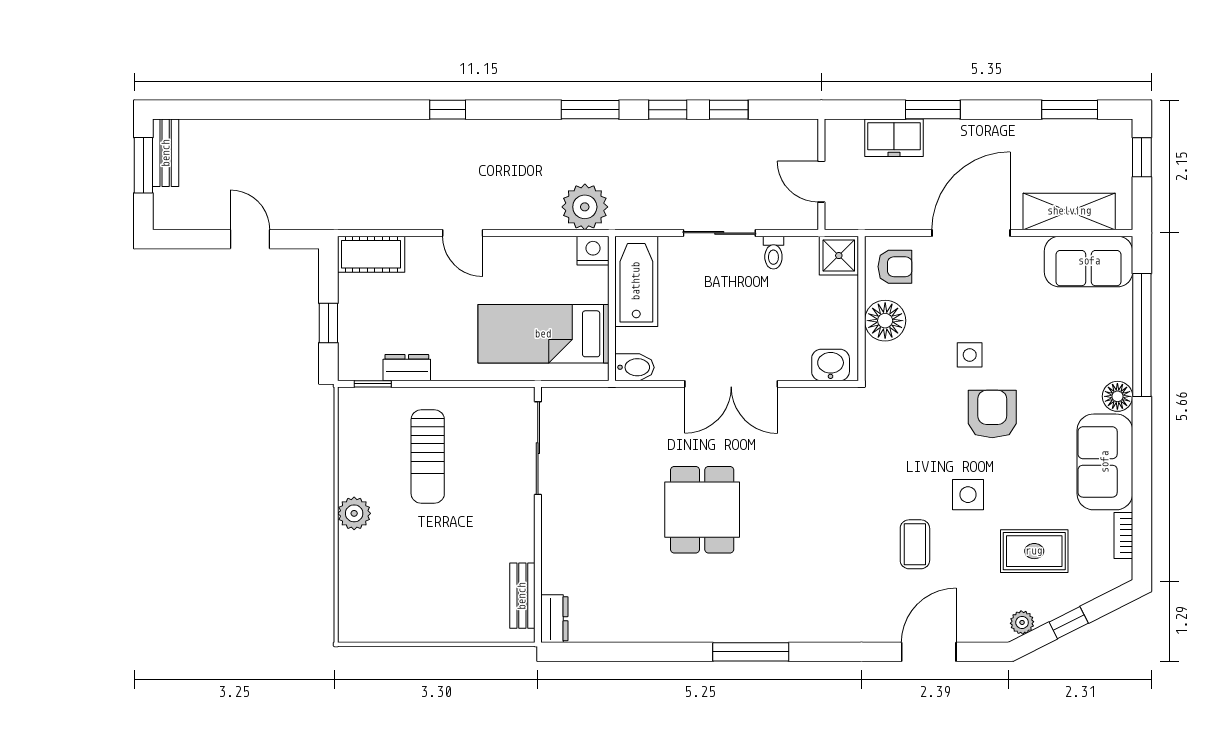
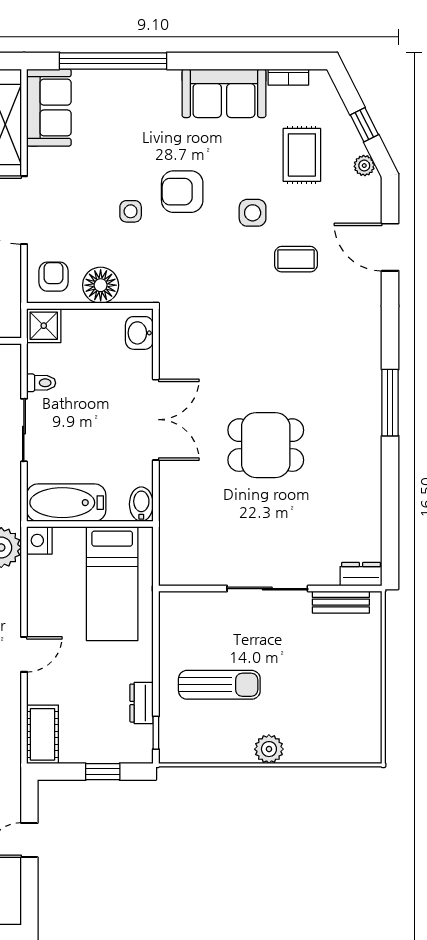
floor lamp: (1117, 396) -> (167, 82), removed
sliding door: (538, 448) -> (267, 589), moved

